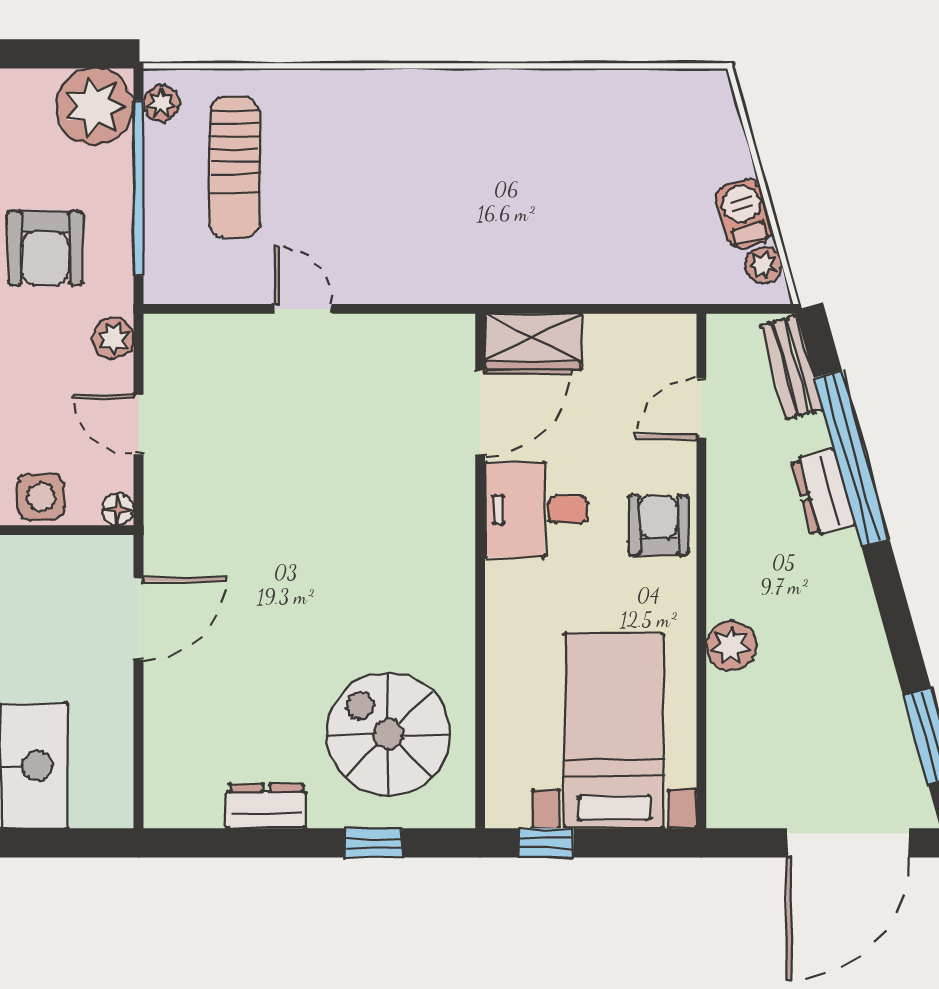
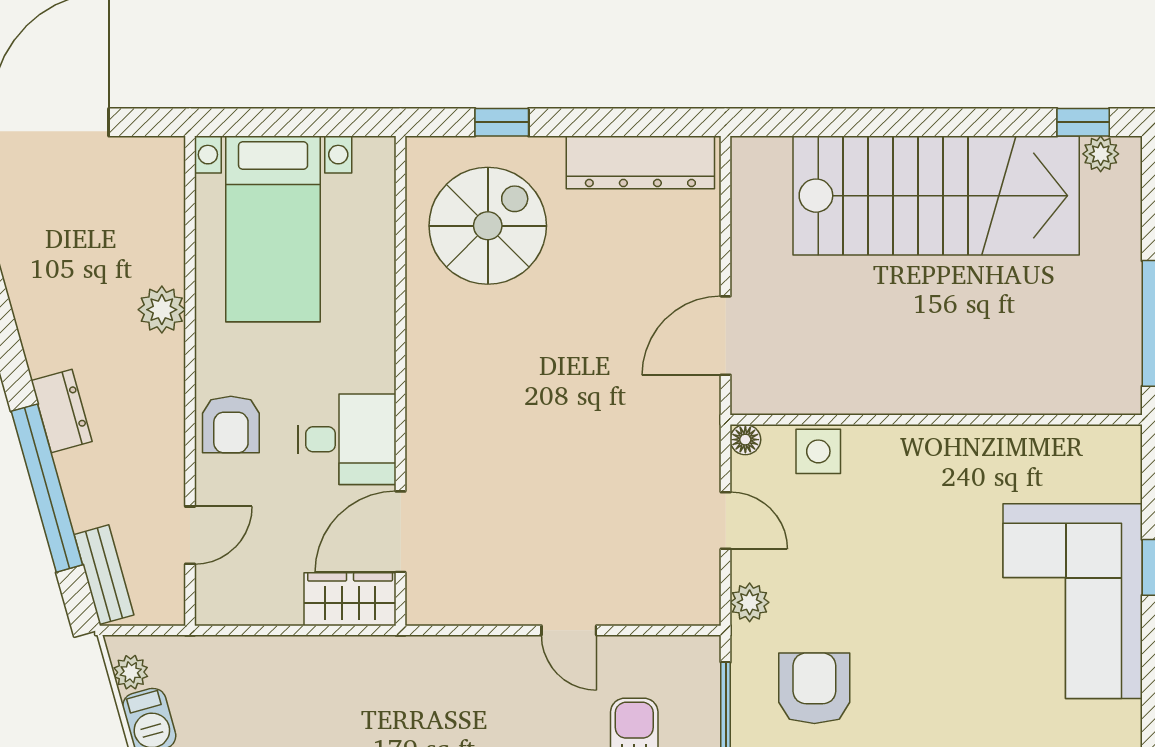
dresser: (823, 493) -> (62, 411), moved
spiral stairs: (388, 734) -> (488, 226), turned -90
dresser: (266, 806) -> (640, 162), width x1.96, depth x1.24
window: (546, 843) -> (338, 122), removed

